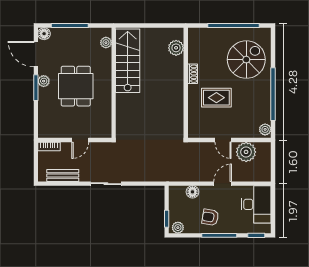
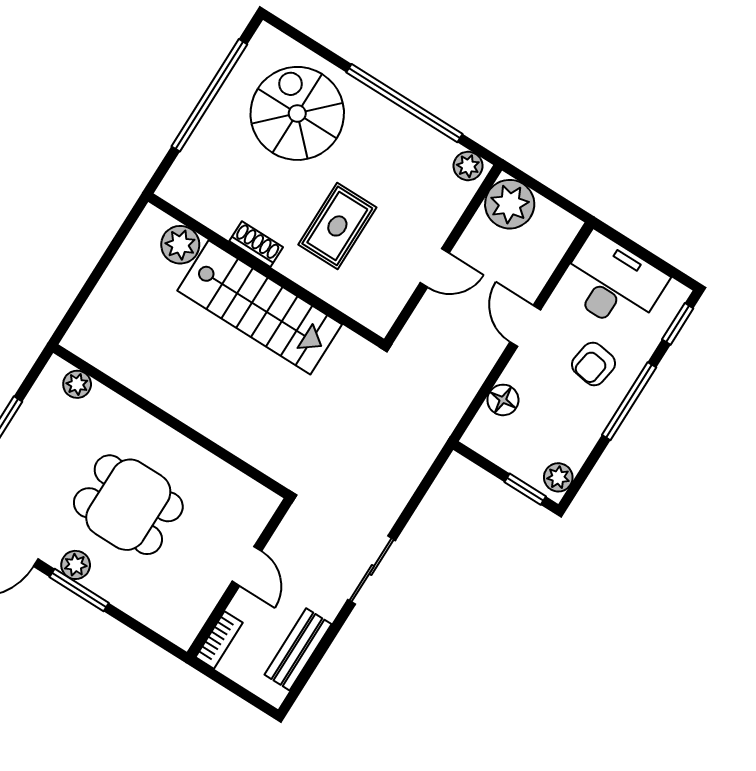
stairs: (128, 61) -> (260, 307), moved, turned 180
plant: (246, 152) -> (510, 204), moved
armchair: (210, 217) -> (593, 364), moved

